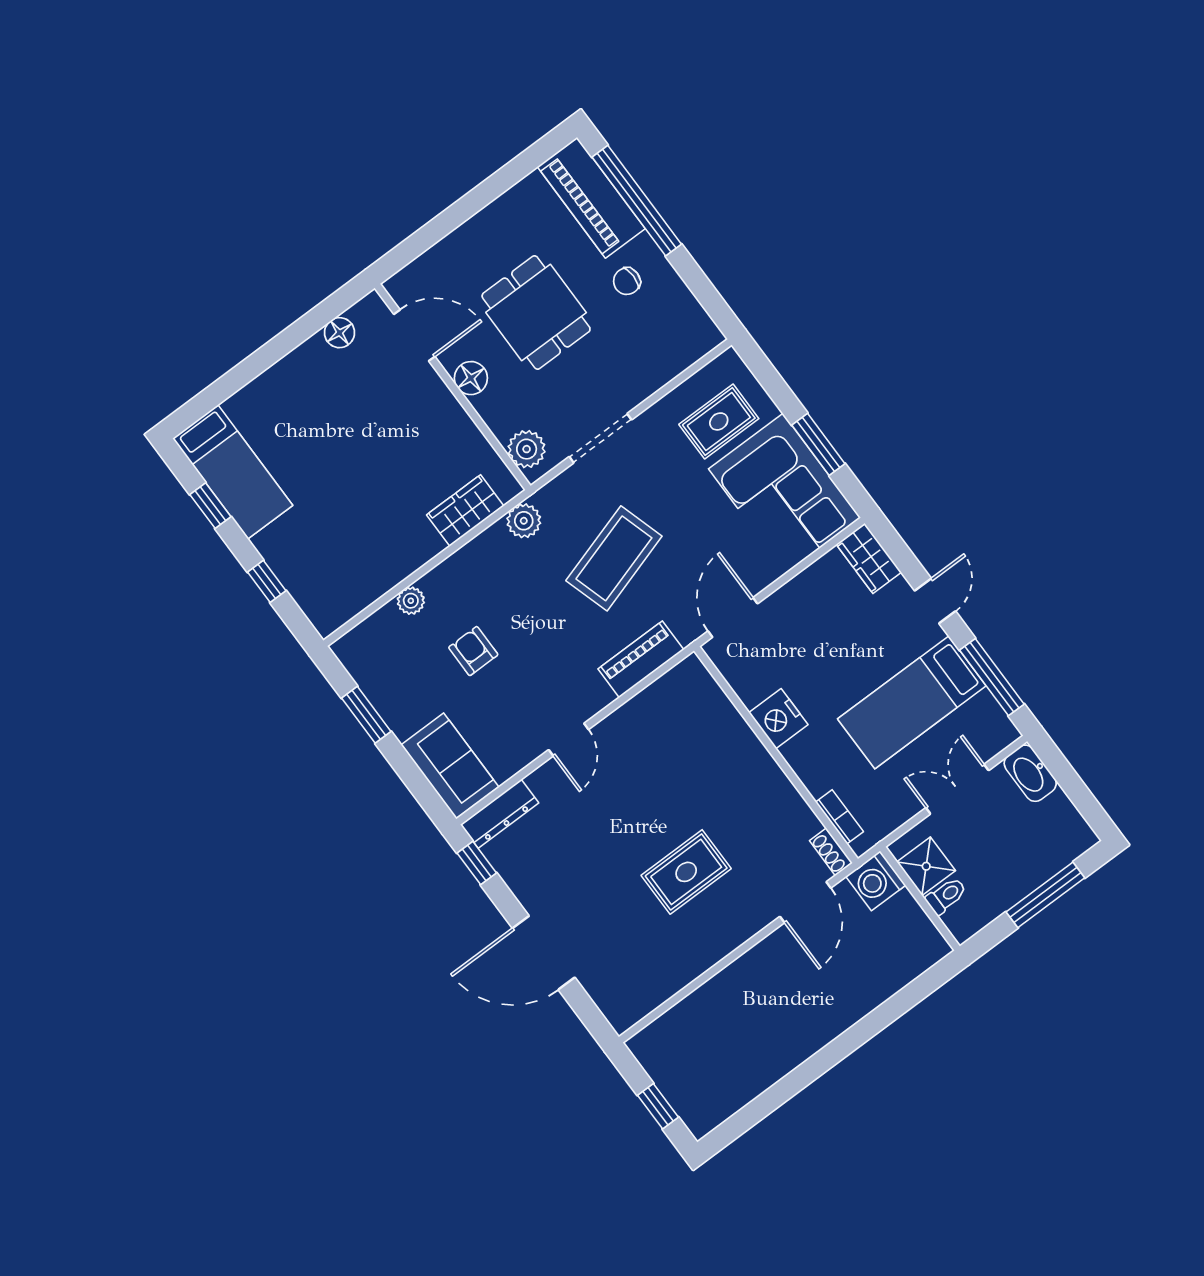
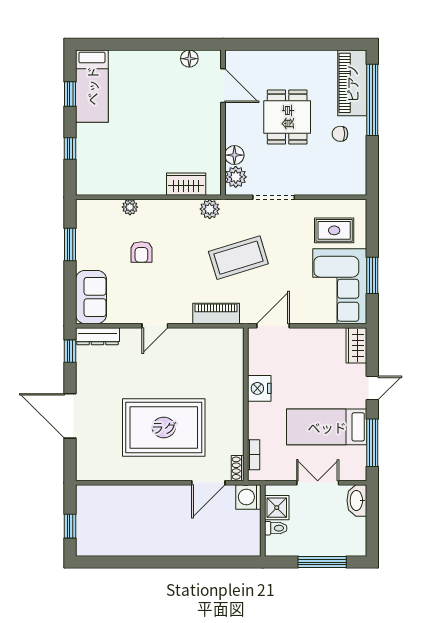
floor lamp: (471, 378) -> (234, 155), moved
armchair: (473, 651) -> (141, 252), turned 180
rug: (686, 872) -> (164, 427), width x1.86, depth x2.06

